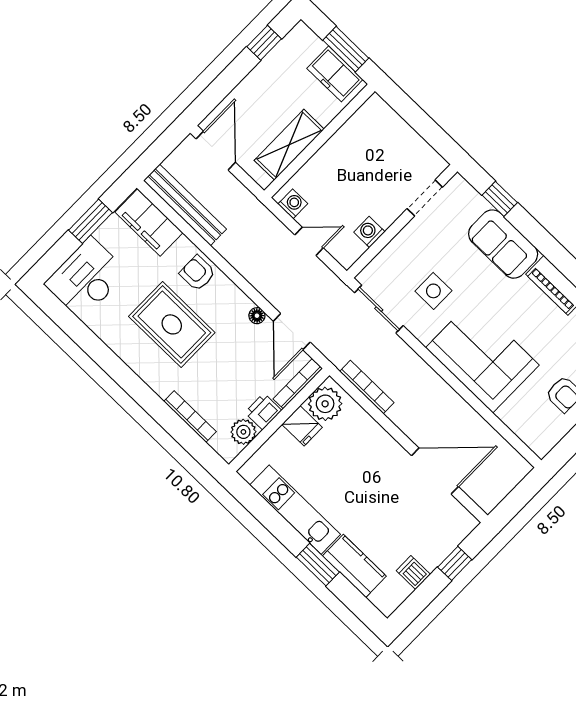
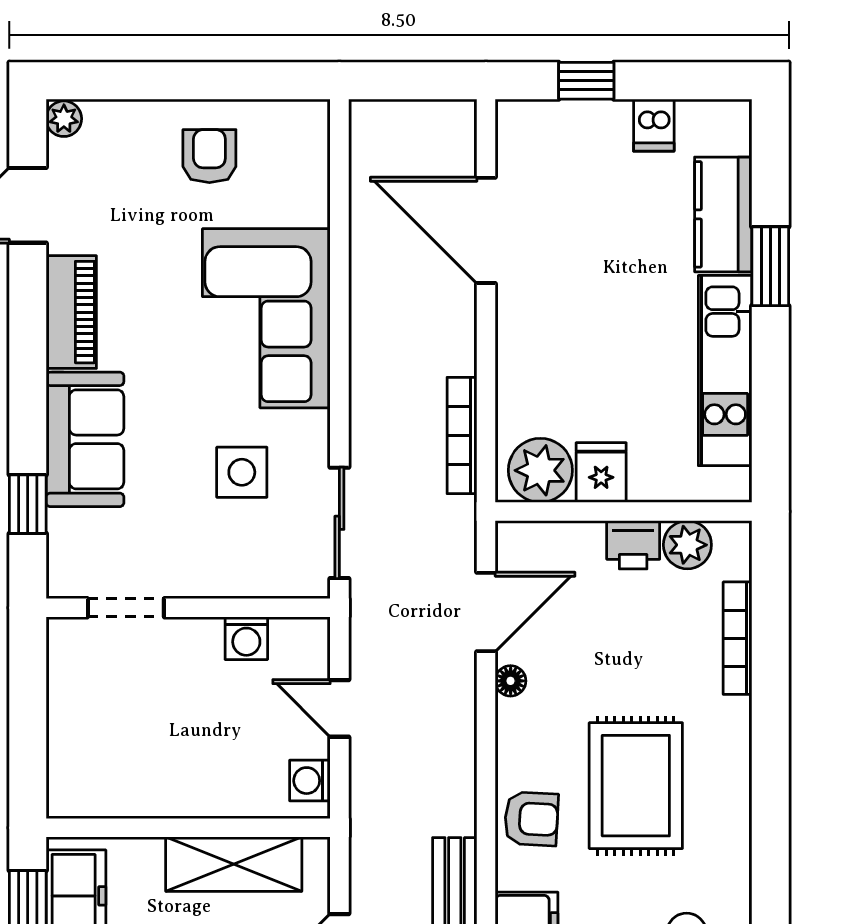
armchair: (198, 273) -> (531, 819), turned -87
bookcase: (298, 384) -> (549, 534), removed

